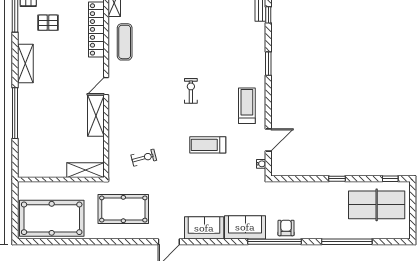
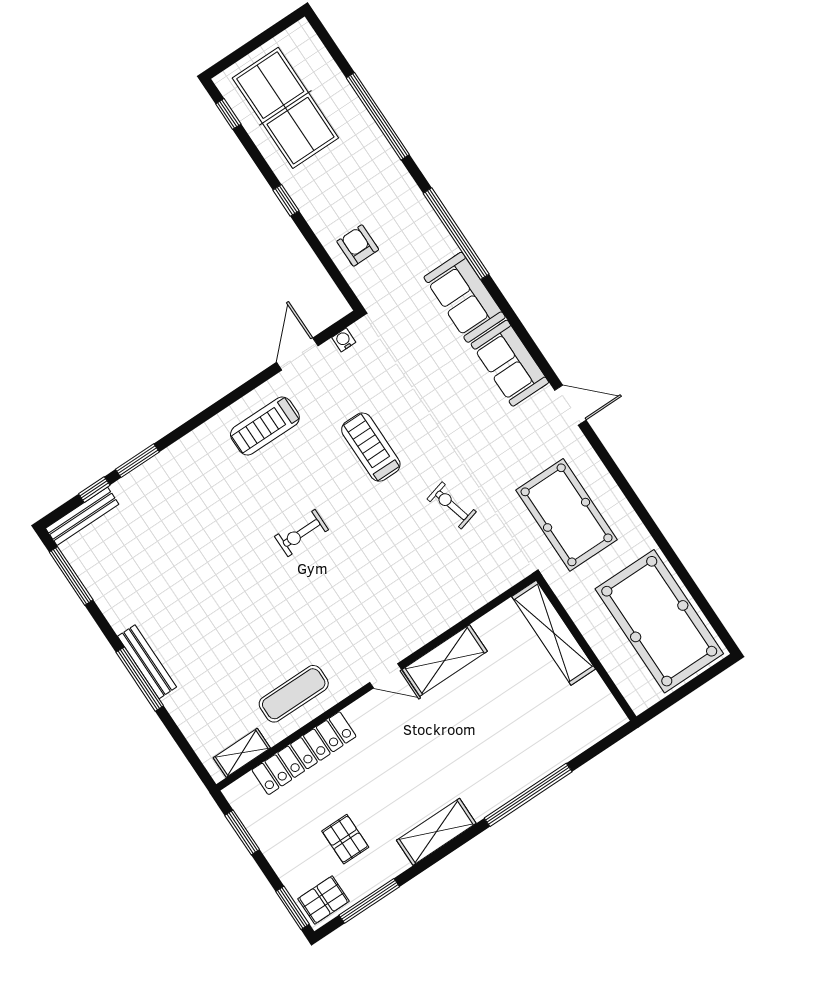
window: (268, 64) -> (137, 461), moved
door: (268, 140) -> (297, 354), hinge flipped
treadmill: (208, 145) -> (371, 447), turned 180
exercise bike: (144, 158) -> (452, 505), moved
shelving: (85, 170) -> (554, 633), width x1.47
armchair: (286, 228) -> (358, 245), moved, turned 90

